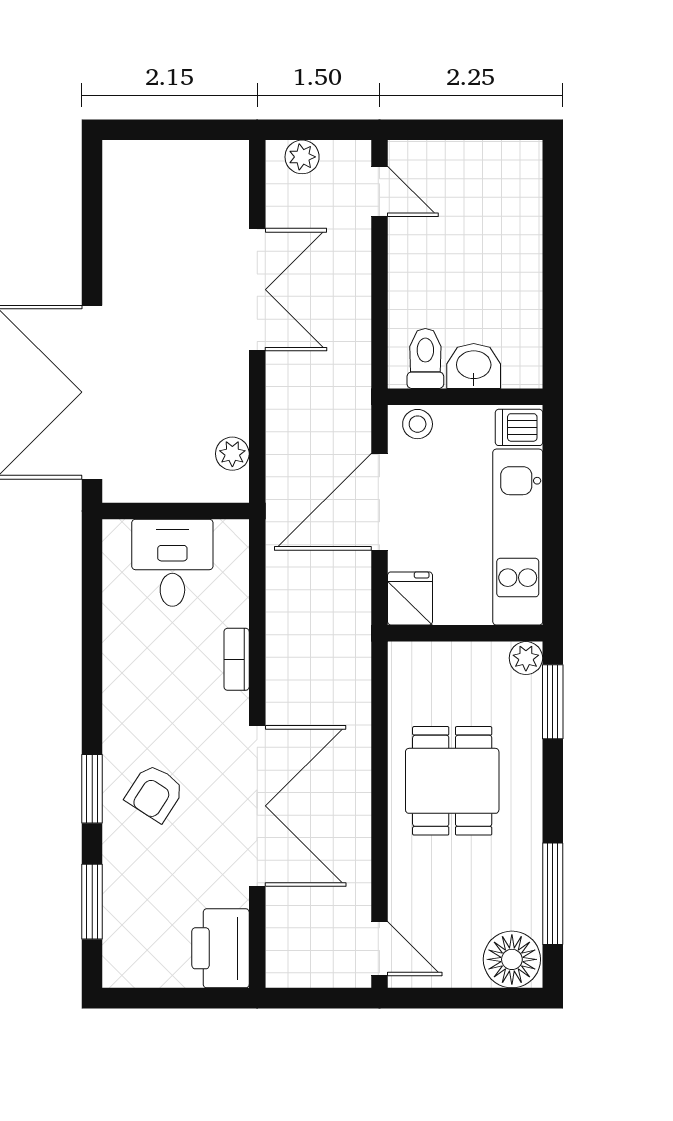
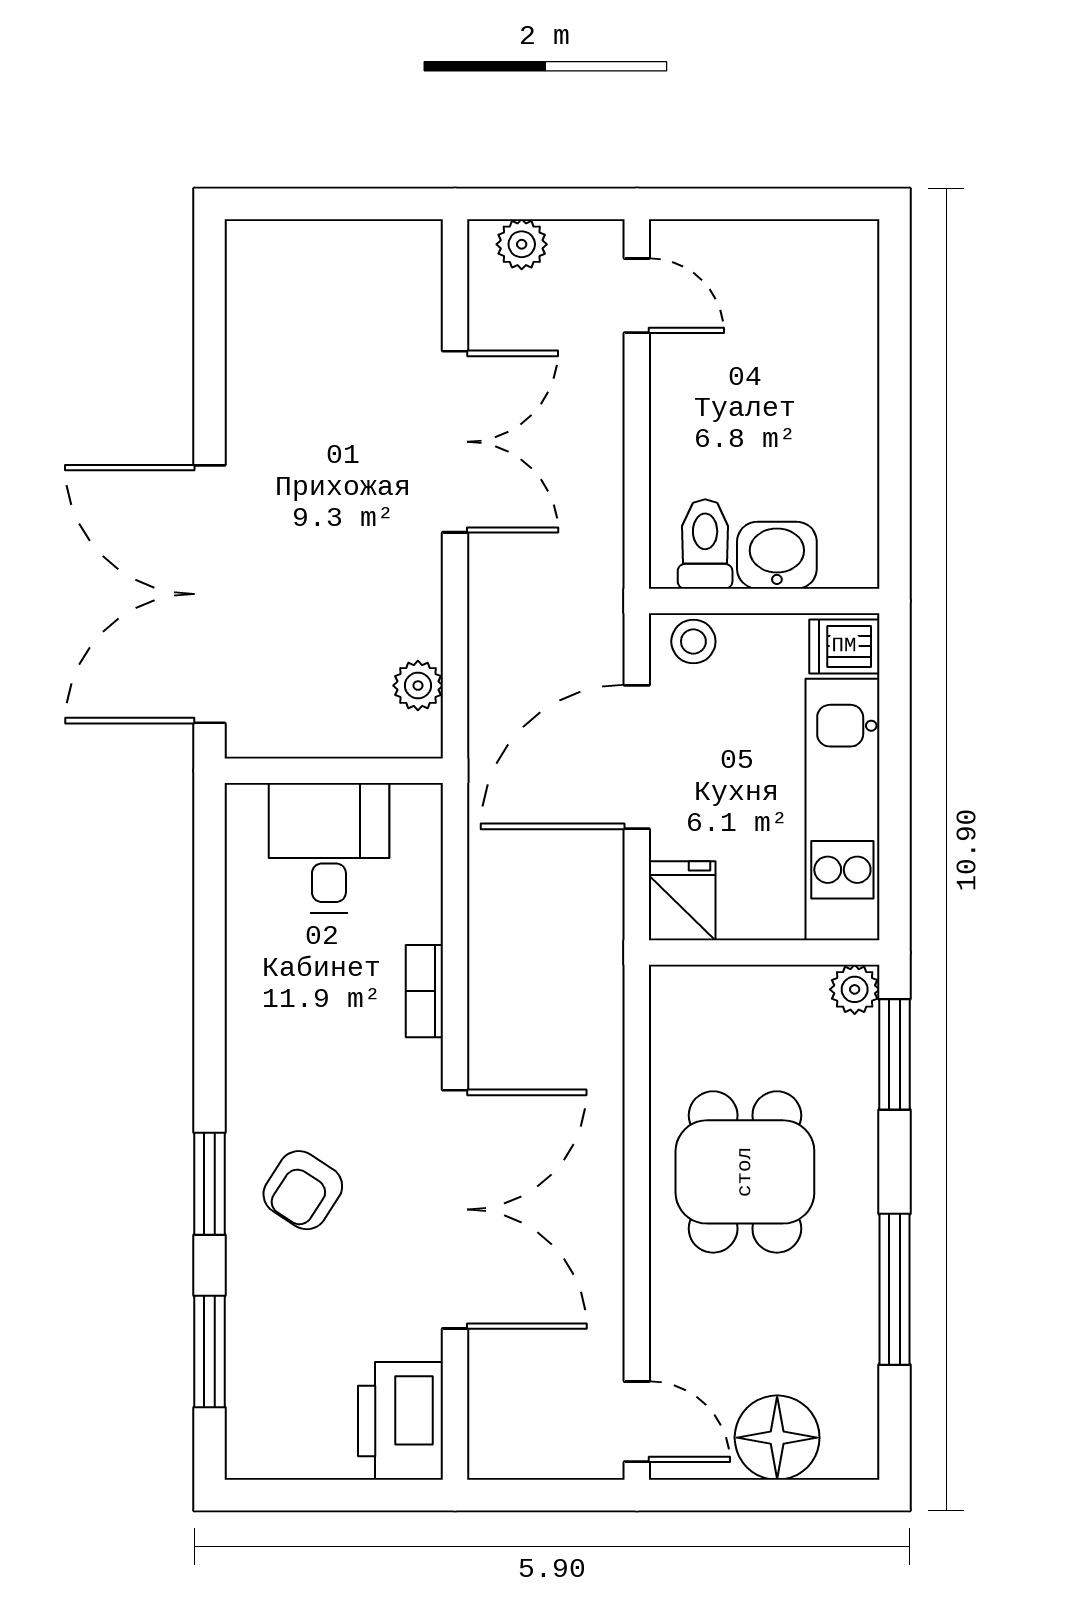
window: (553, 894) -> (894, 1289), moved
floor lamp: (512, 959) -> (777, 1438), moved

